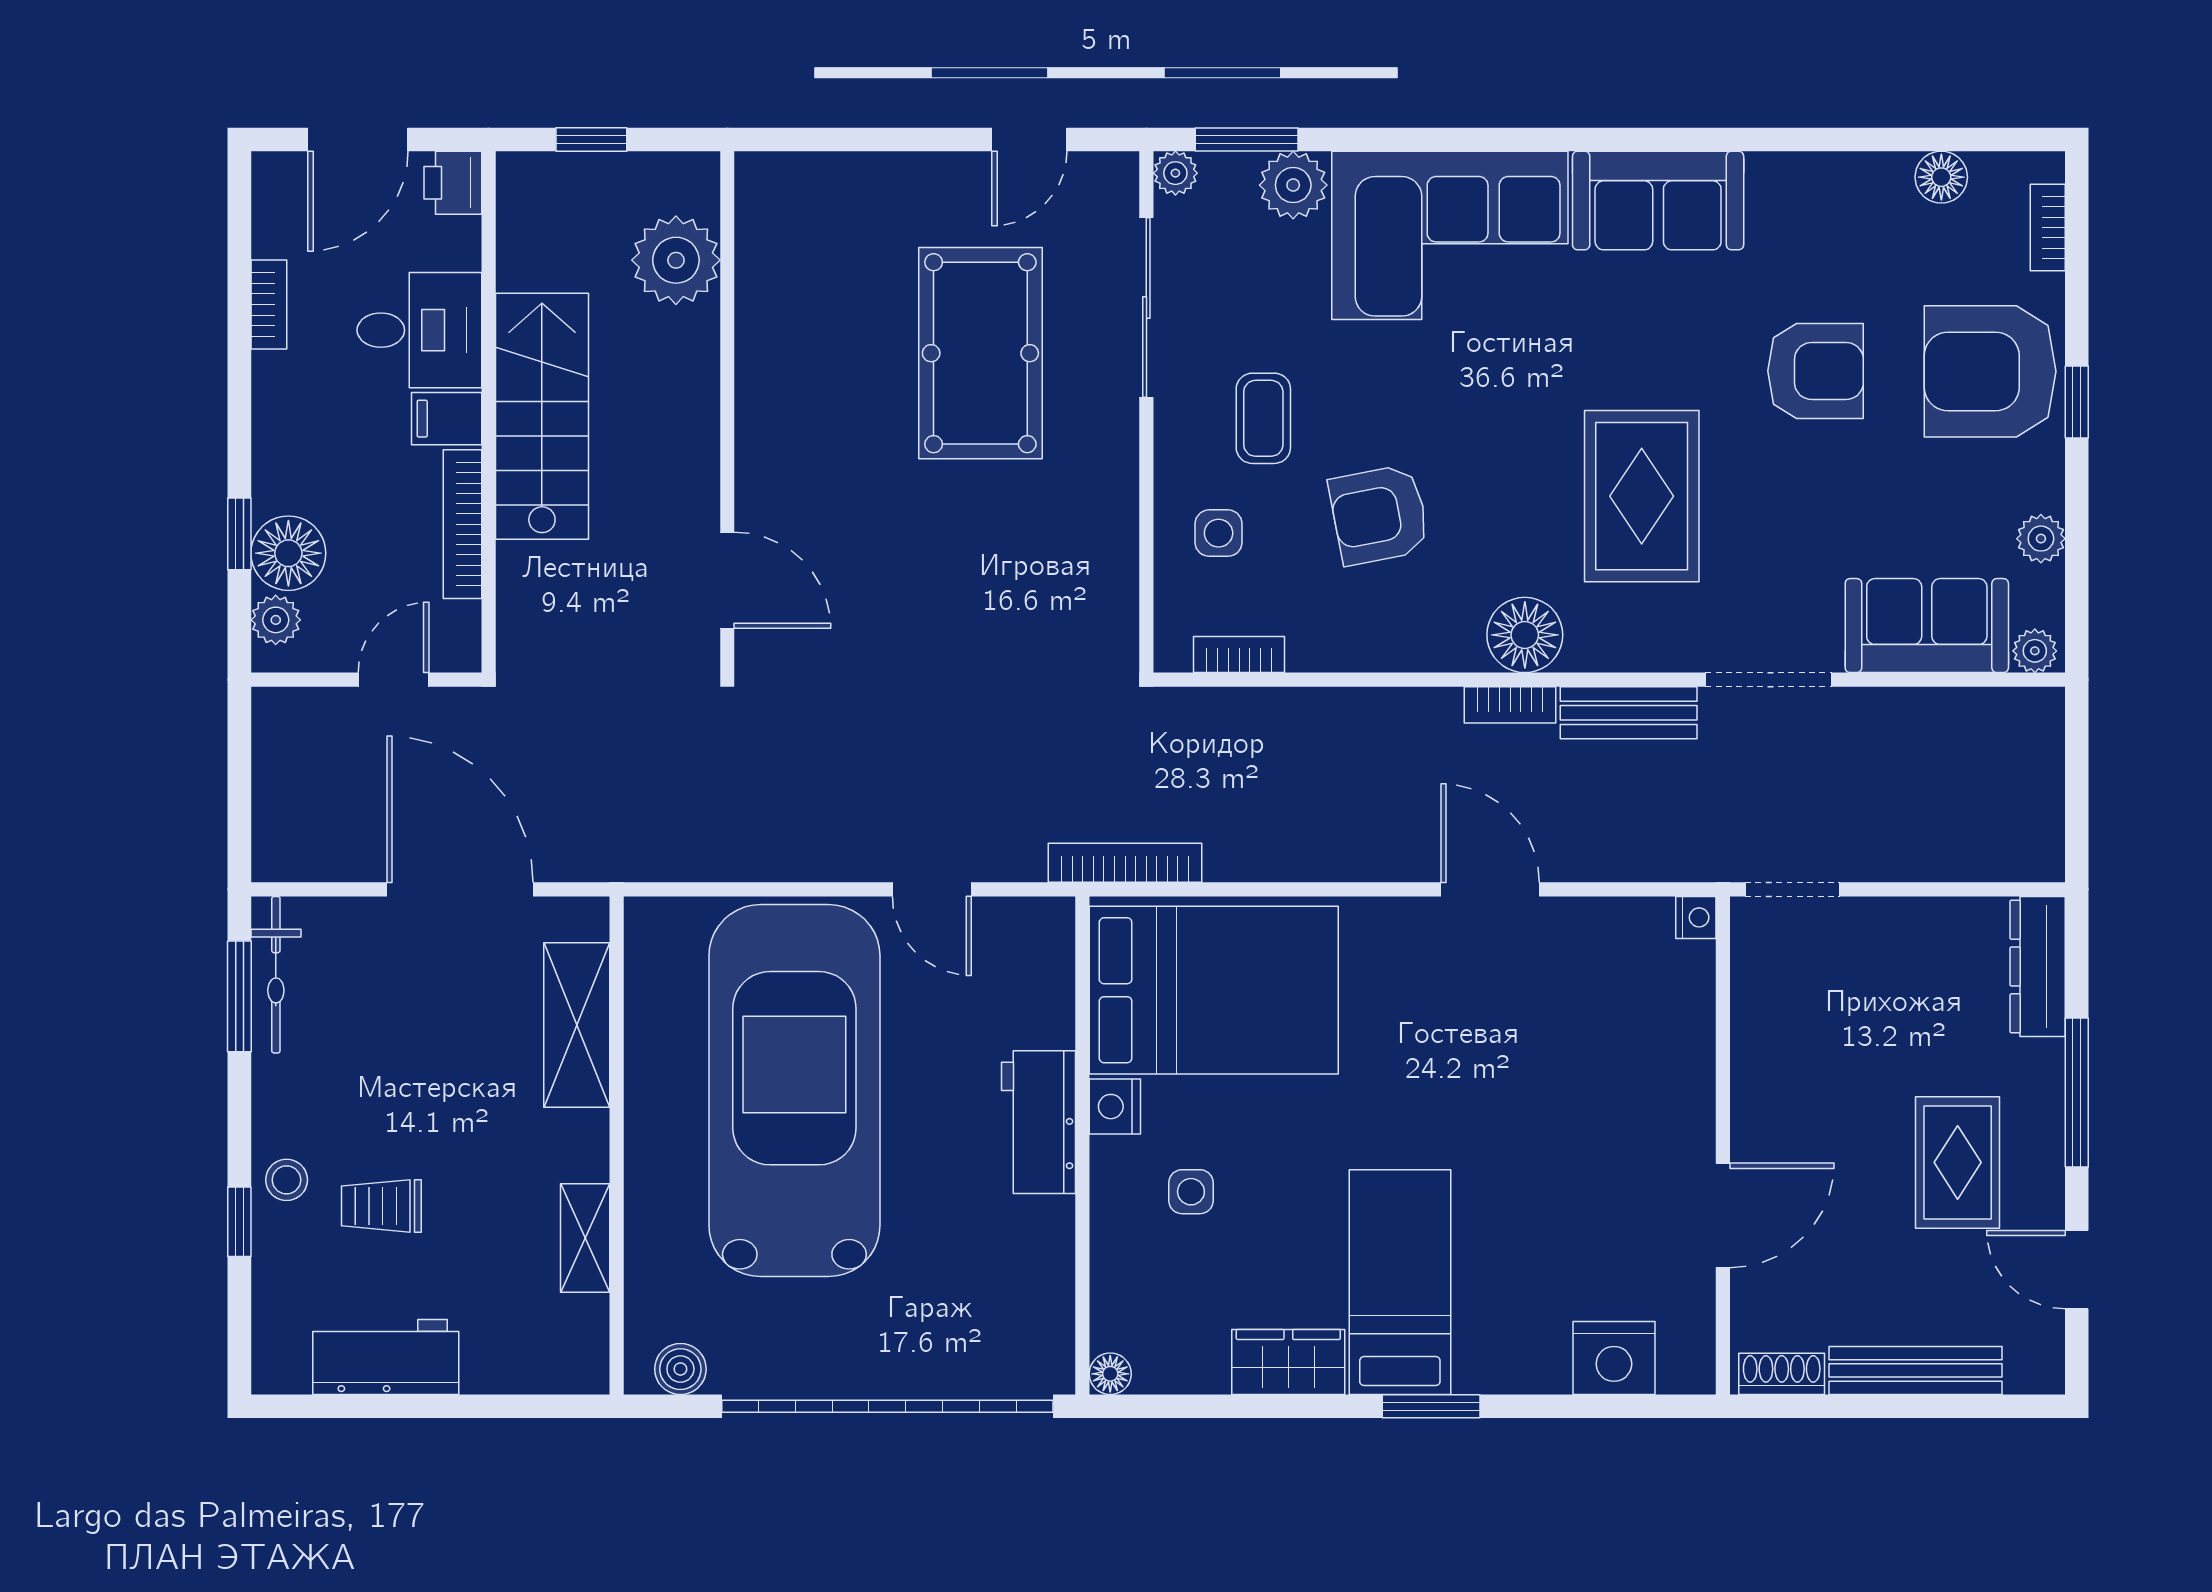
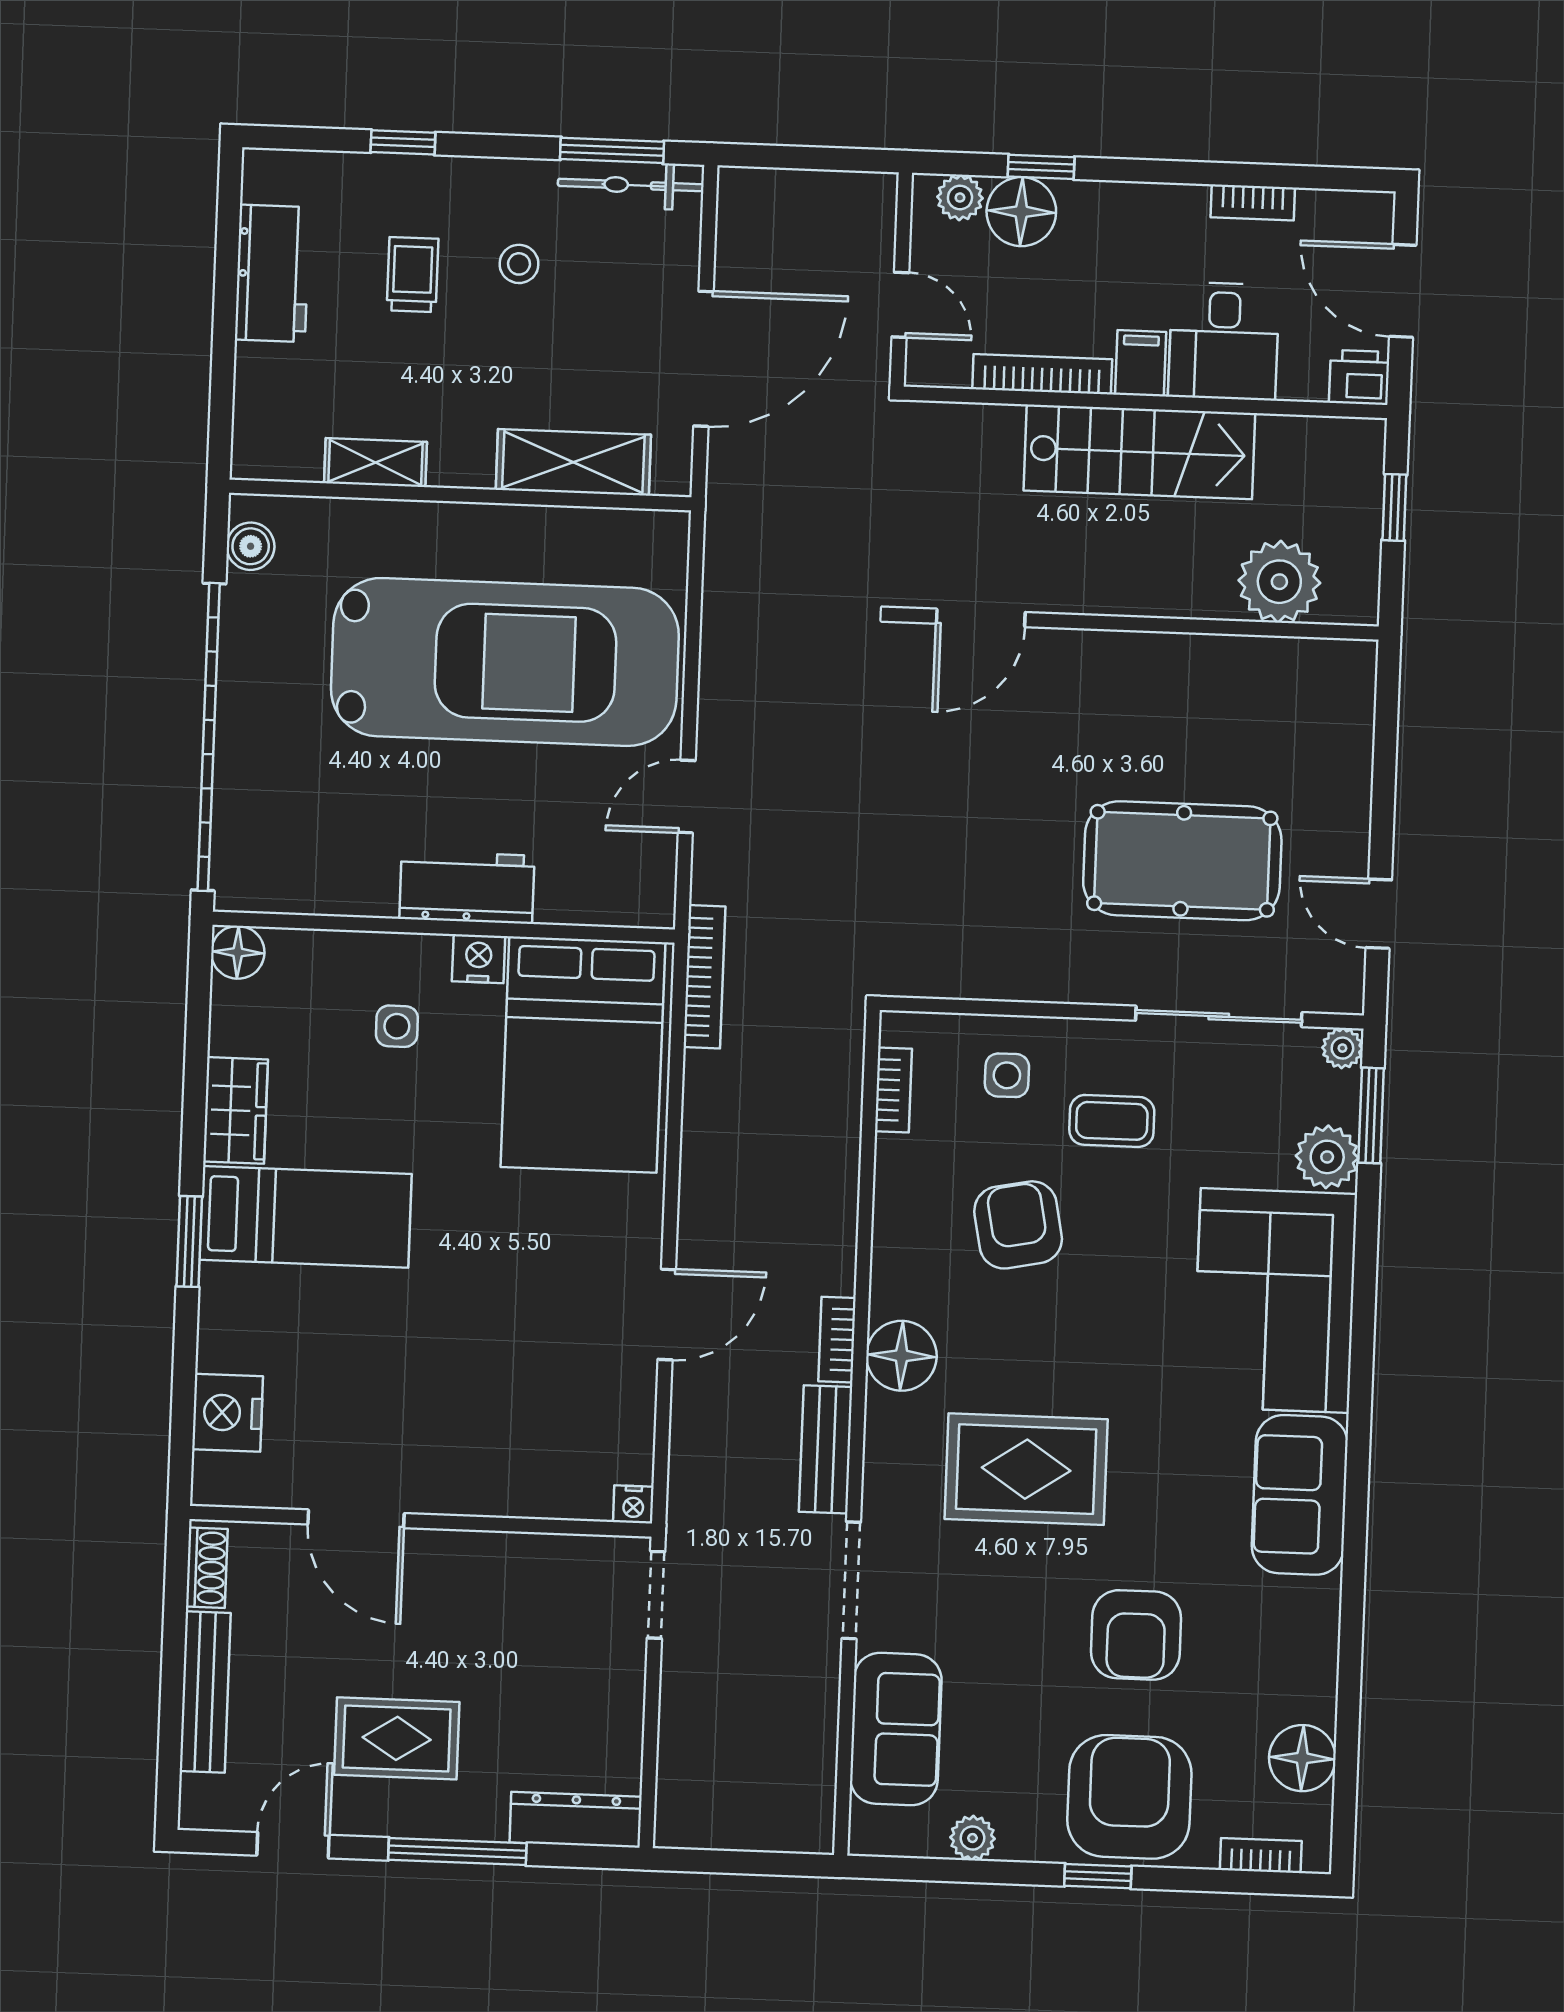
floor lamp: (1941, 177) -> (1302, 1758), width x1.38, depth x1.38
plant: (2035, 651) -> (869, 1828), removed
stool: (287, 1180) -> (519, 264), moved
floor lamp: (1110, 1374) -> (238, 952), width x1.37, depth x1.37

